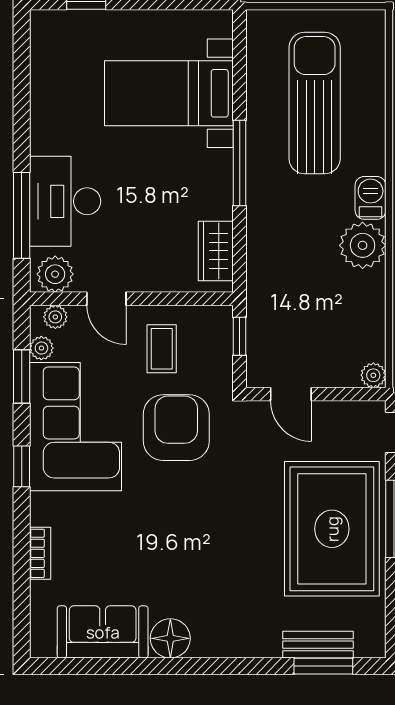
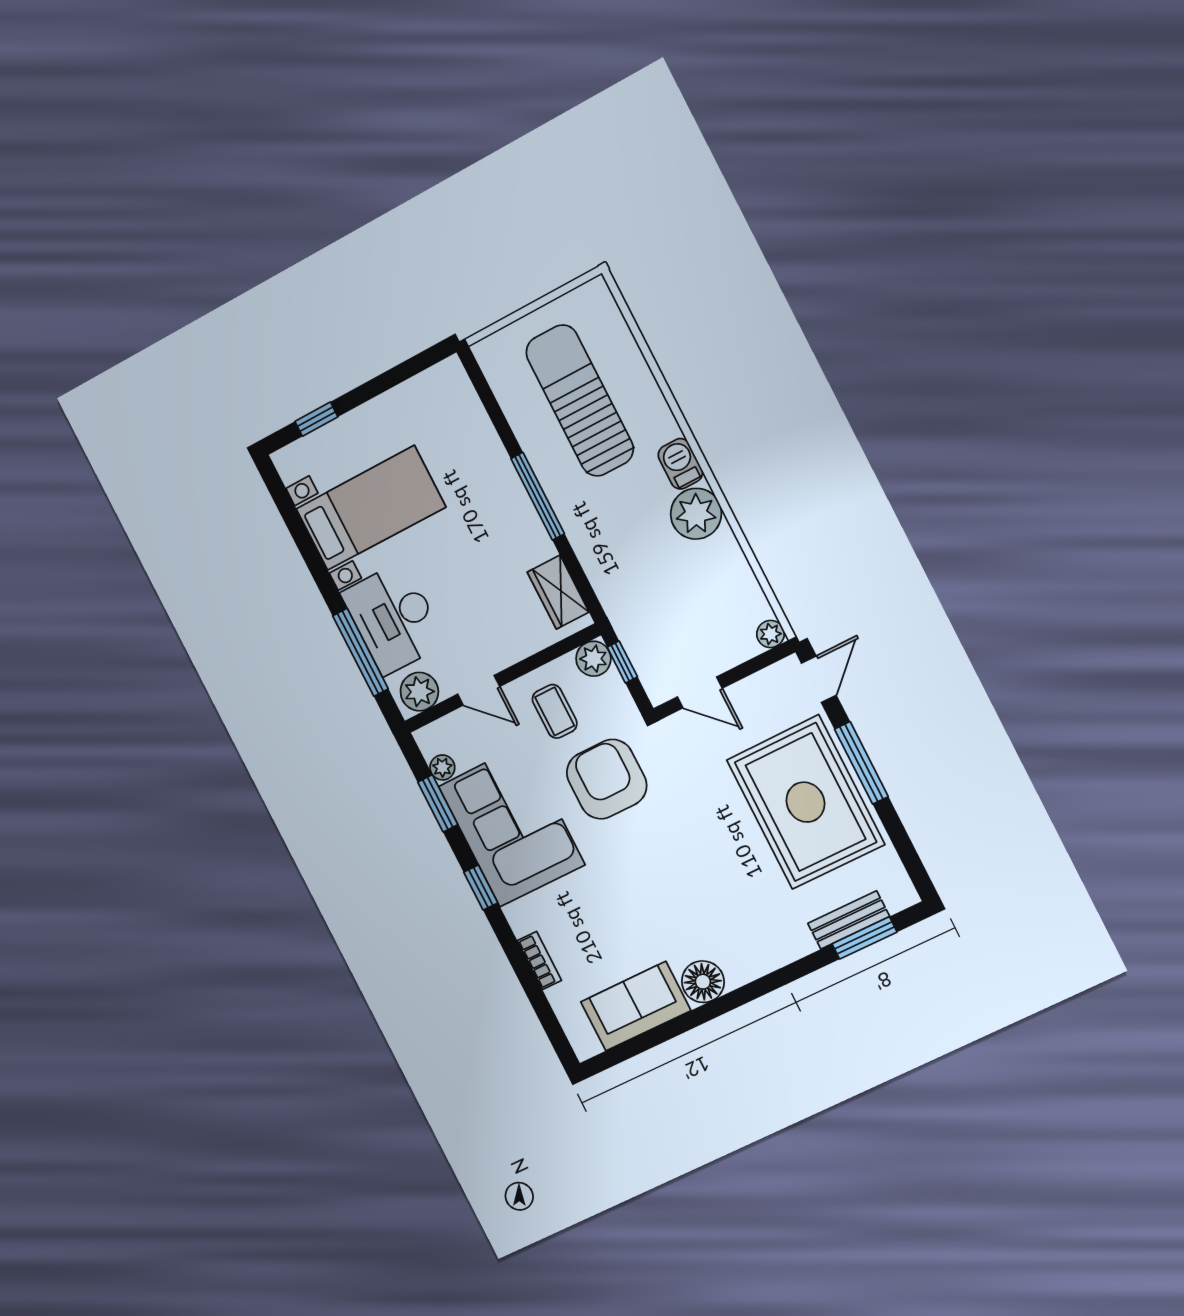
bed with nightstands: (169, 93) -> (371, 508), moved, turned 180
plant: (55, 317) -> (593, 659), moved, width x1.38, depth x1.38

